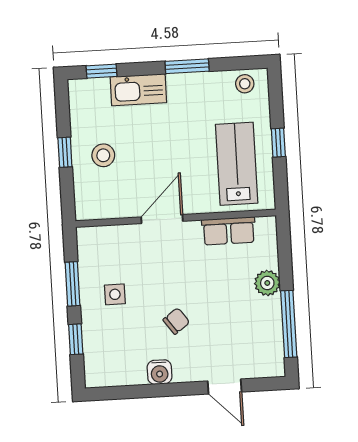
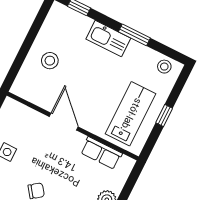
kitchen sink: (138, 90) -> (108, 39), moved
window: (65, 152) -> (27, 45), removed
door: (162, 219) -> (64, 122), hinge flipped

